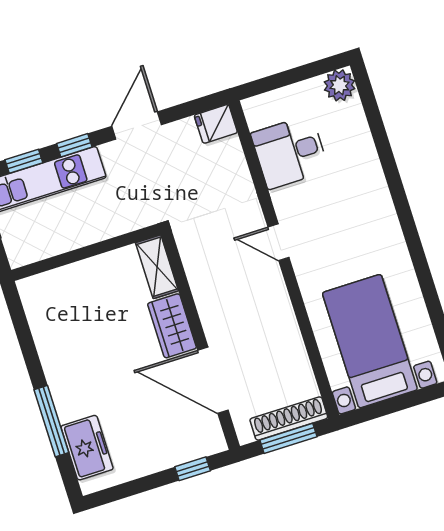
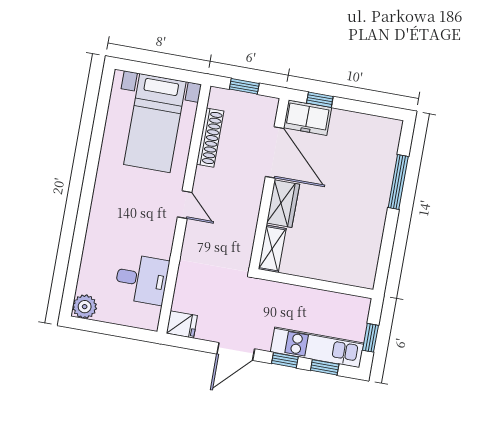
door: (278, 242) -> (185, 205), moved
shoe rack: (289, 419) -> (210, 138), moved, turned -90
window: (288, 438) -> (244, 86), width x0.67
freezer: (87, 448) -> (308, 118), moved, turned -90

